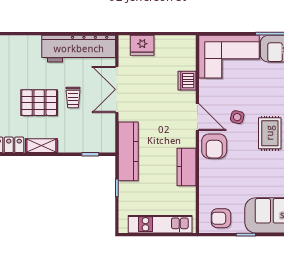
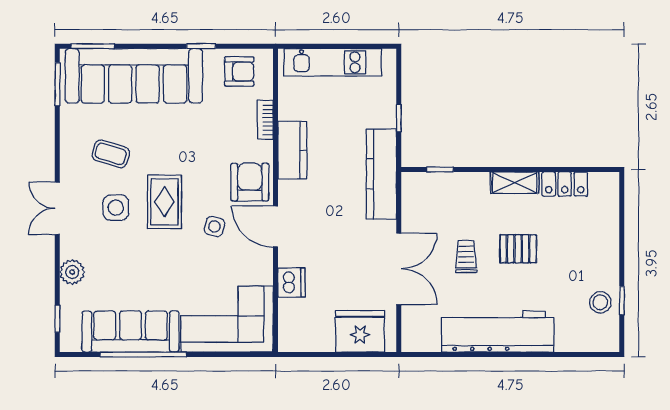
fridge: (142, 45) -> (360, 331), width x1.36, depth x1.34
workbench: (79, 49) -> (498, 332), moved
pallet: (39, 103) -> (518, 249), width x0.67, depth x0.71
bookcase: (204, 187) -> (265, 120), added

